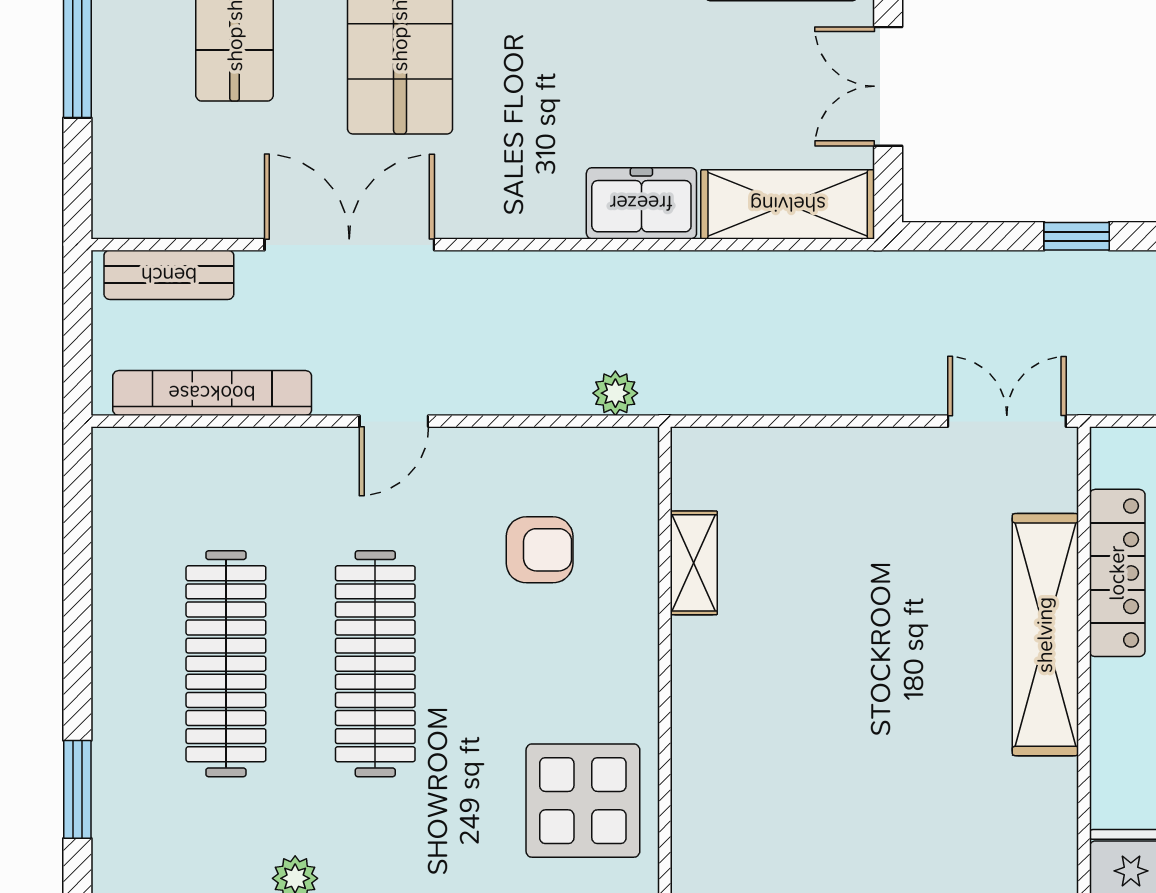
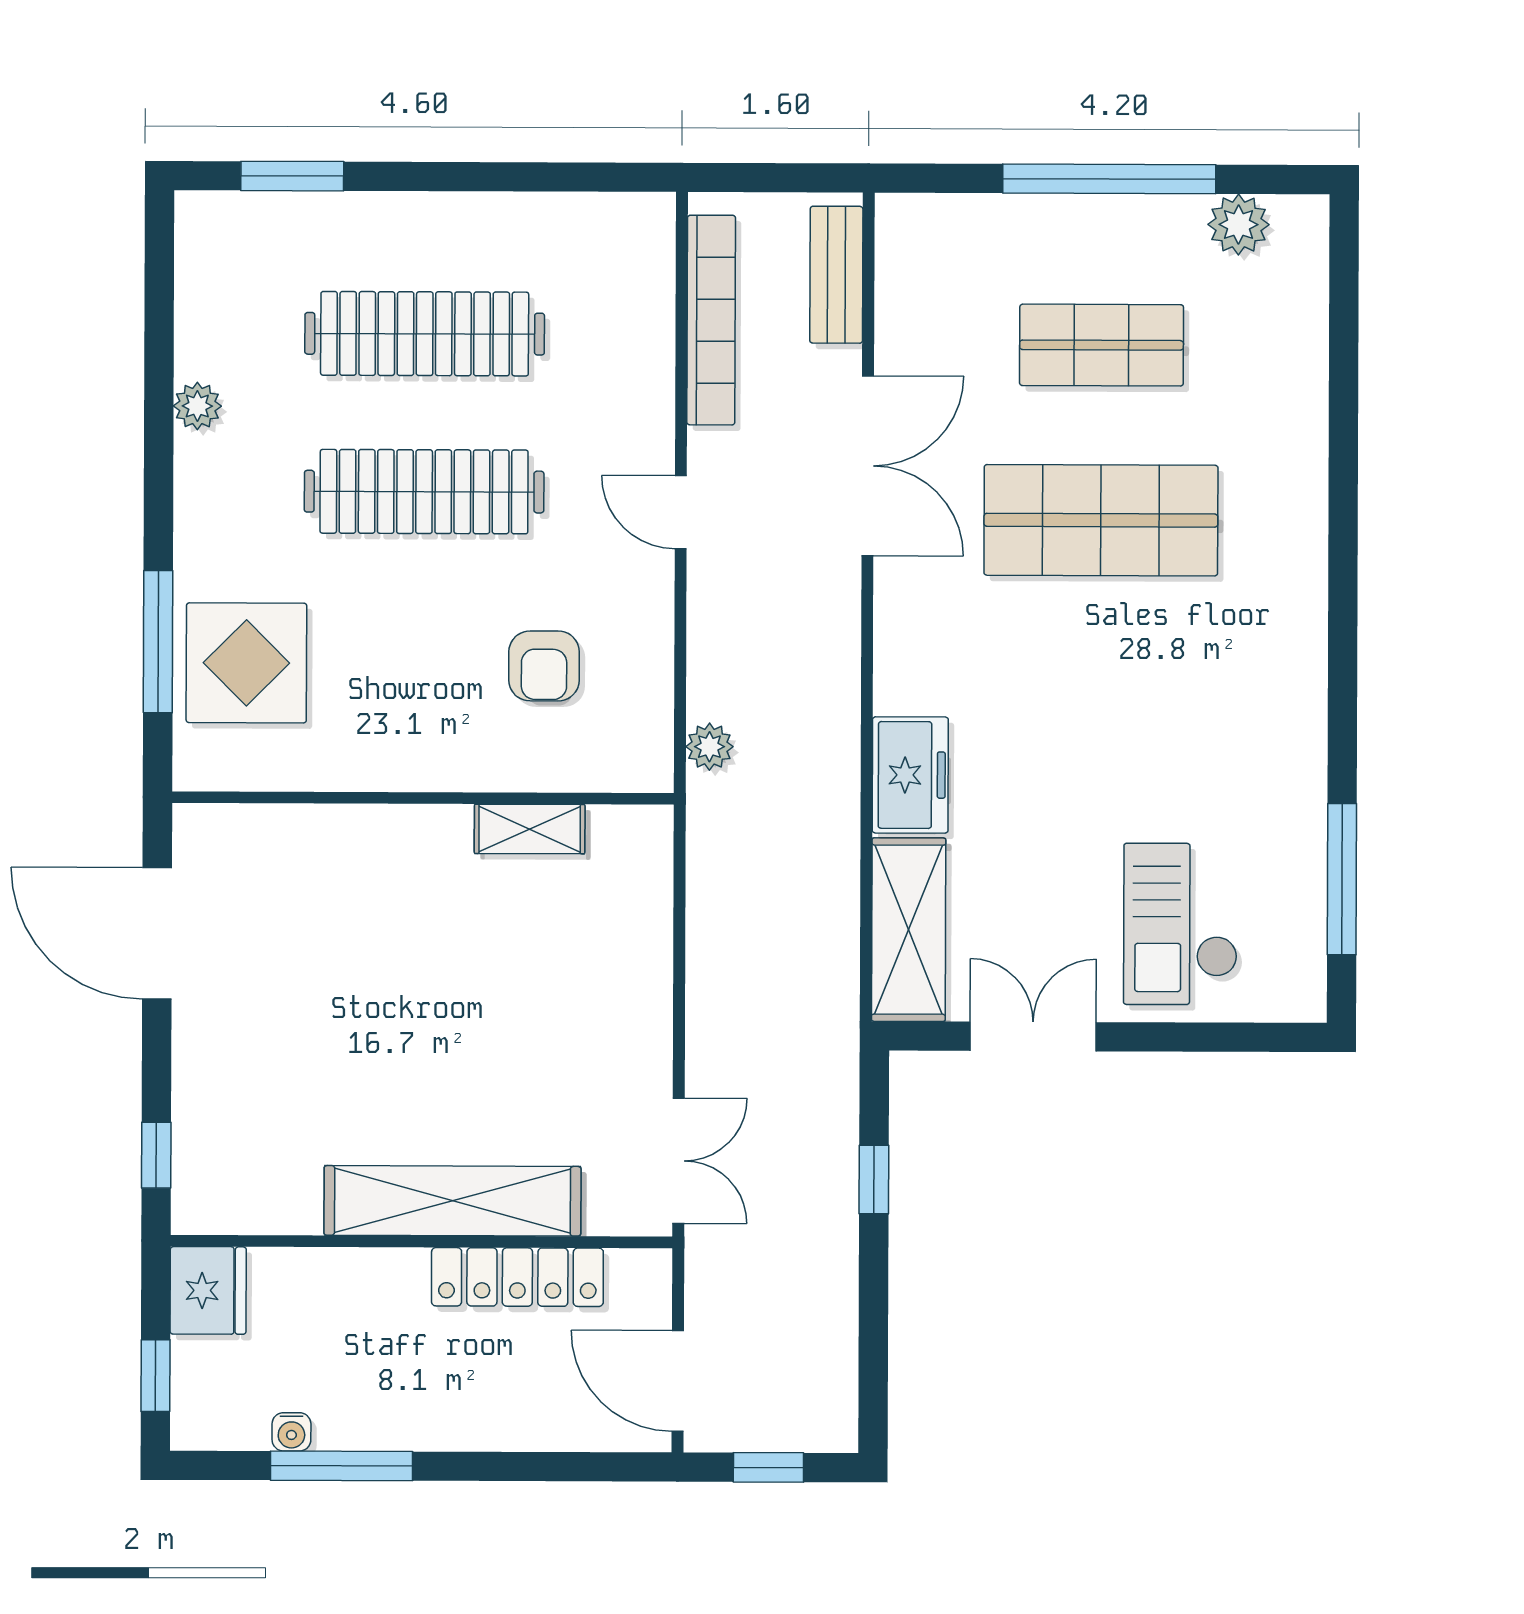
window: (1077, 236) -> (874, 1180), moved
display table: (583, 801) -> (246, 663), moved

